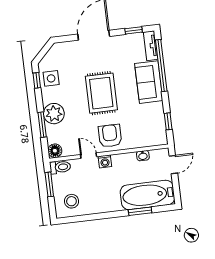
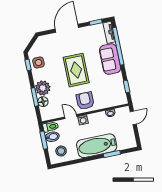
floor lamp: (55, 151) -> (43, 102), moved
bidet: (61, 181) -> (52, 137), added
bathtub: (147, 195) -> (97, 146), moved

